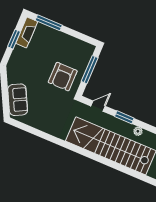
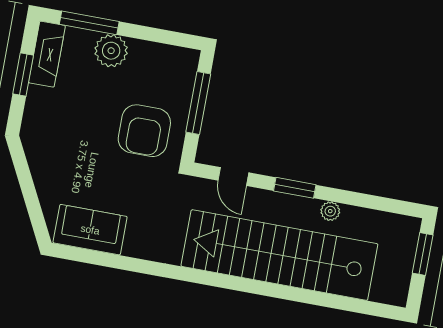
plant: (56, 37) -> (111, 51), added
sofa: (18, 100) -> (90, 230), moved, turned -63
door: (98, 106) -> (233, 177), swing flipped

